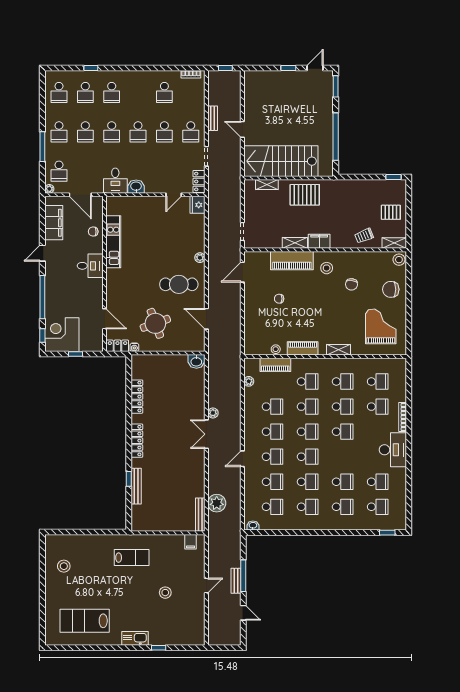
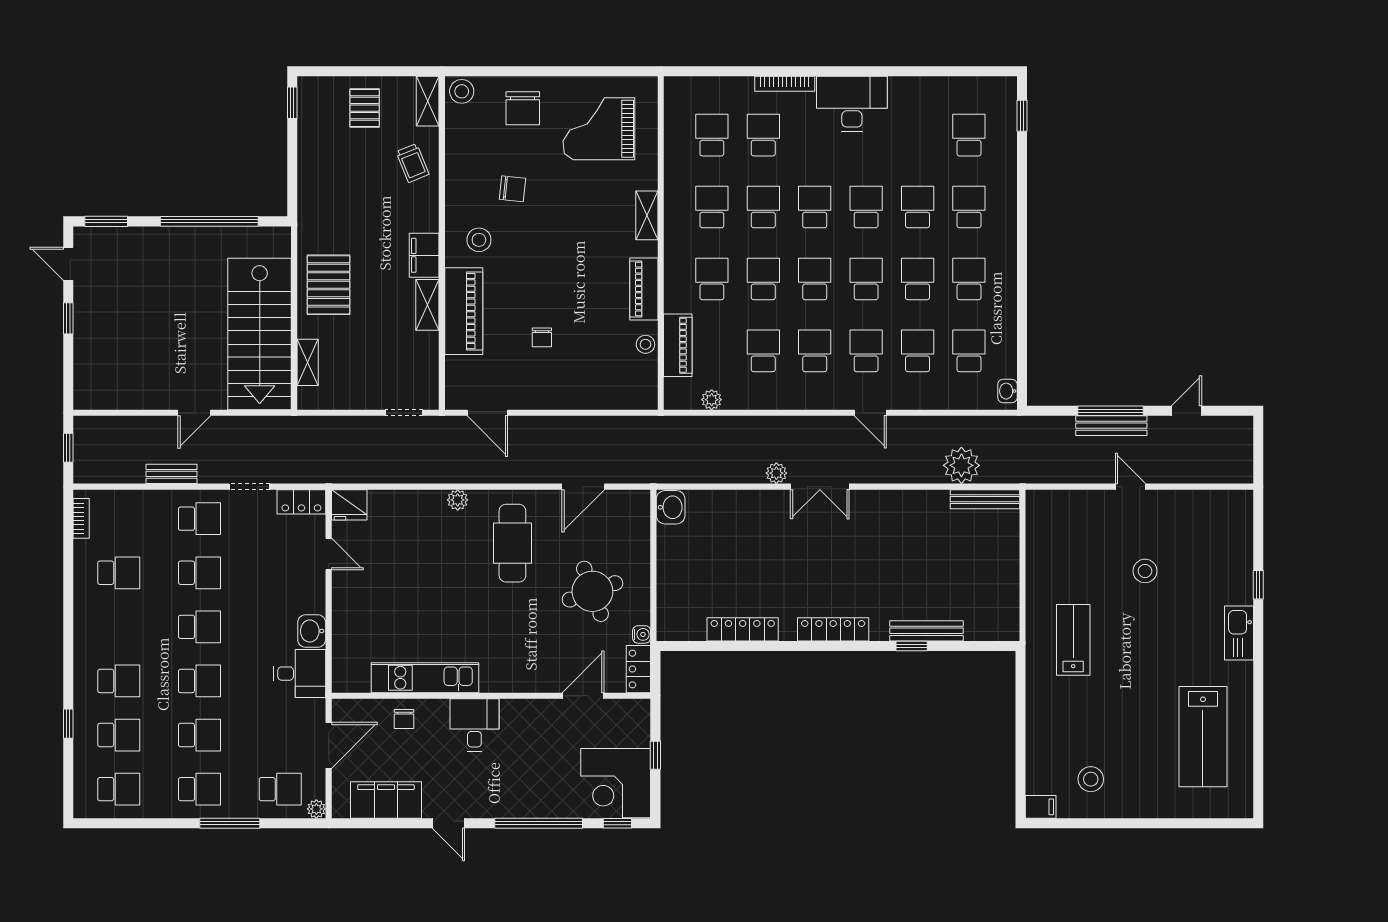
school desk: (378, 482) -> (866, 207), moved
filing cabinet: (191, 542) -> (1041, 807), moved
bench: (236, 581) -> (1111, 426), width x1.36

